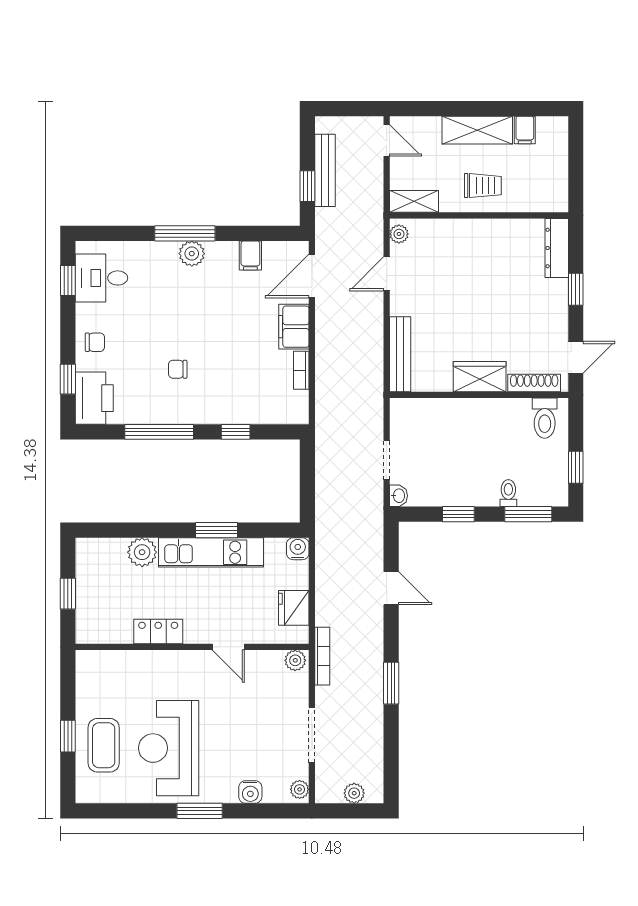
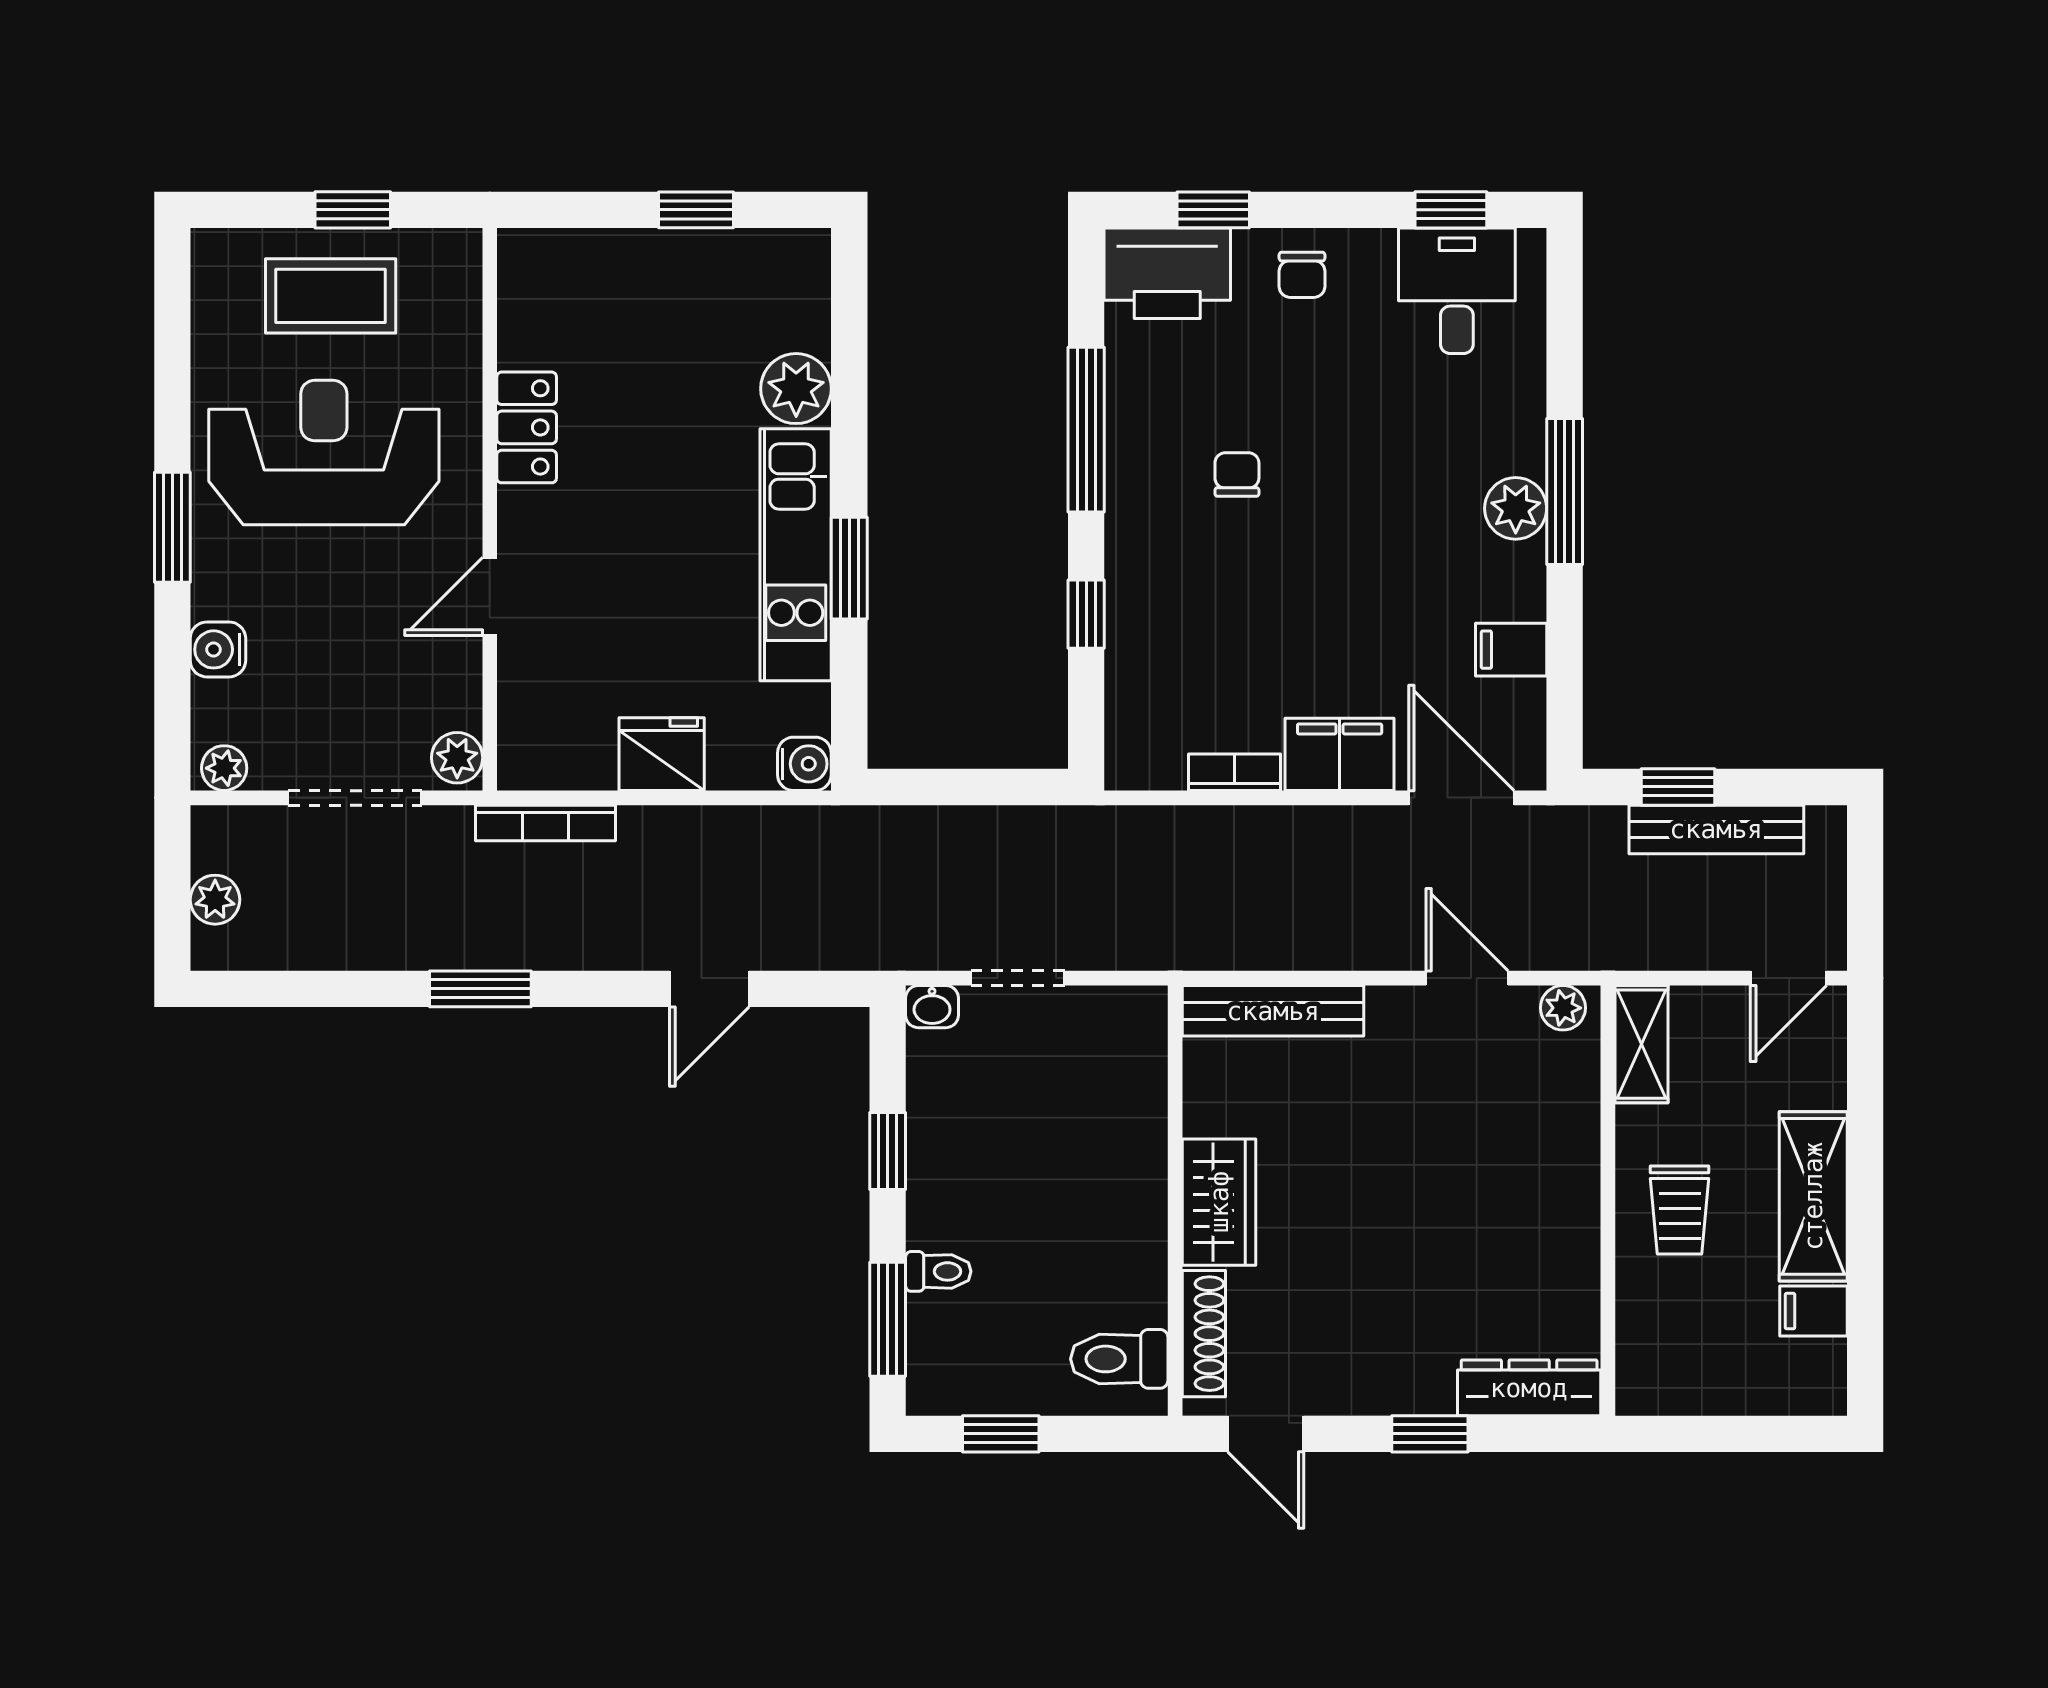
locker: (158, 631) -> (527, 427), moved
wall: (192, 647) -> (490, 509), moved
door: (228, 647) -> (490, 596), moved
plant: (295, 660) -> (457, 758), moved

